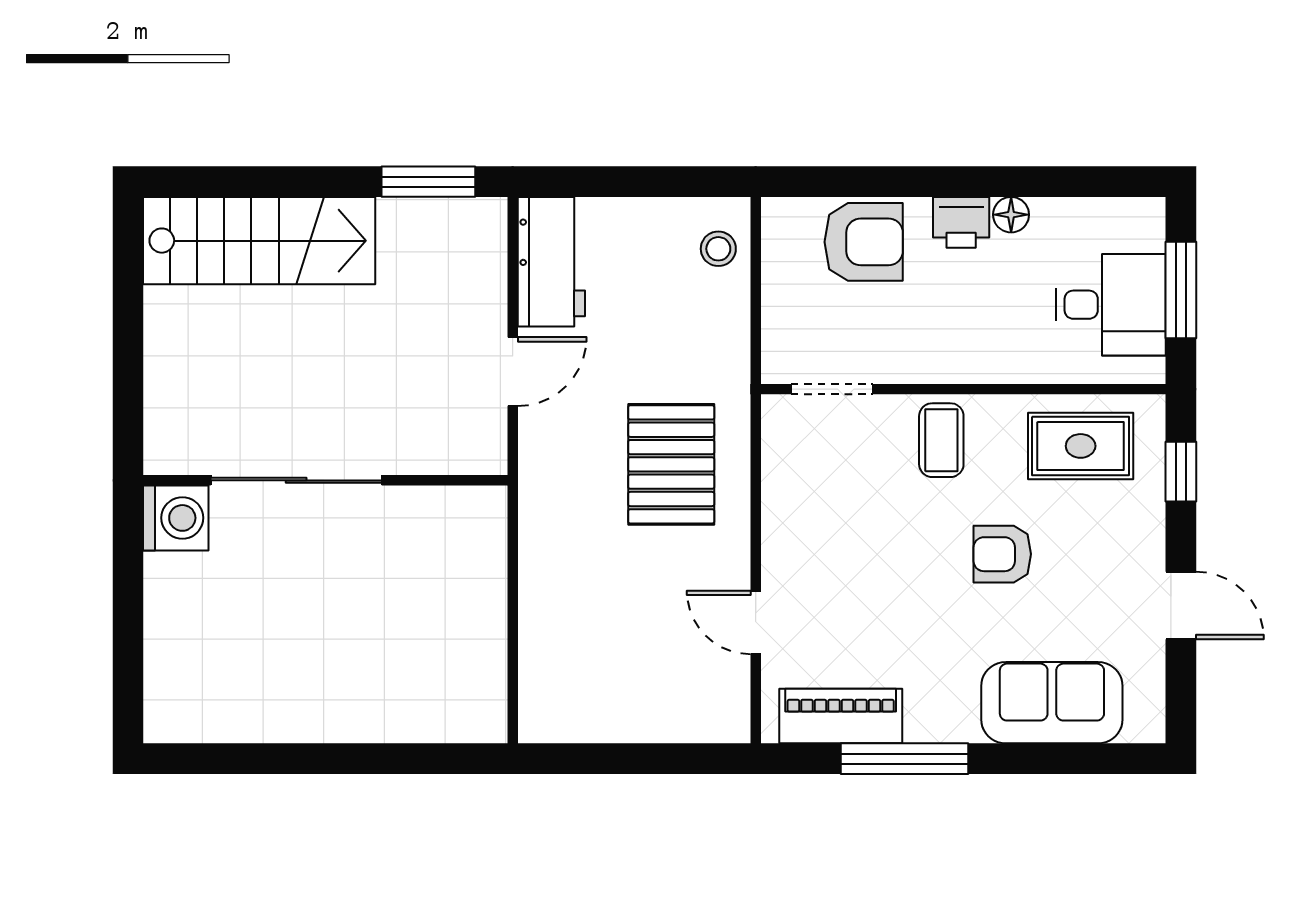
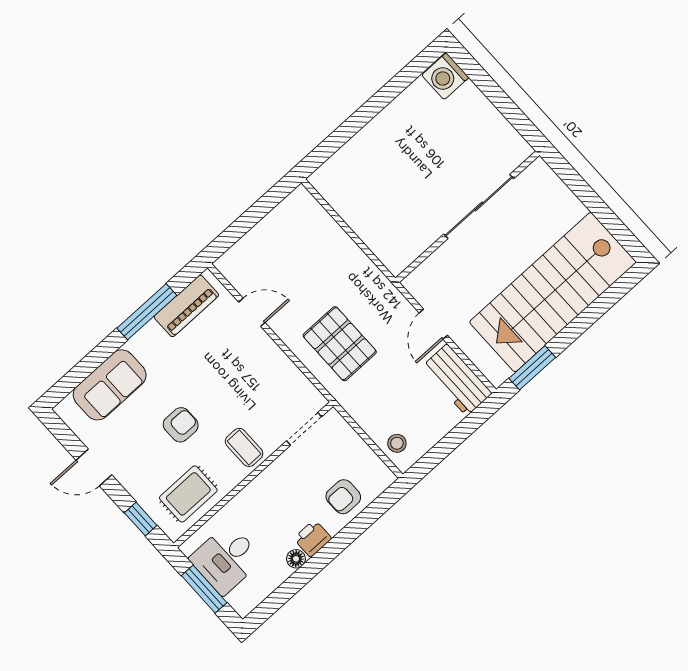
stairs: (259, 241) -> (553, 292), width x1.36, depth x1.51
armchair: (864, 242) -> (343, 497), width x0.72, depth x0.72
washing machine: (176, 518) -> (445, 76), moved

